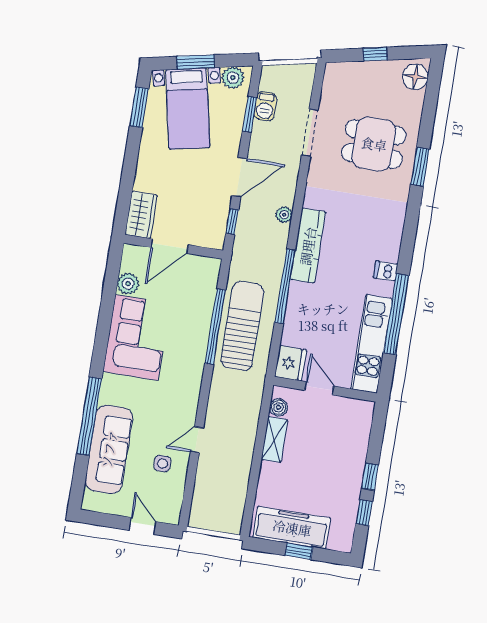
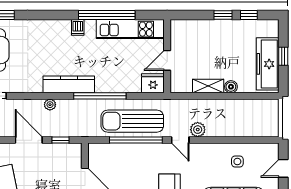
boiler: (279, 407) -> (231, 87), moved
plant: (216, 415) -> (198, 130), added
door: (197, 440) -> (180, 140), moved

